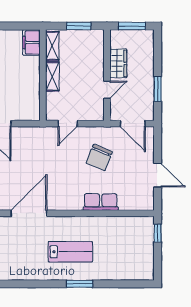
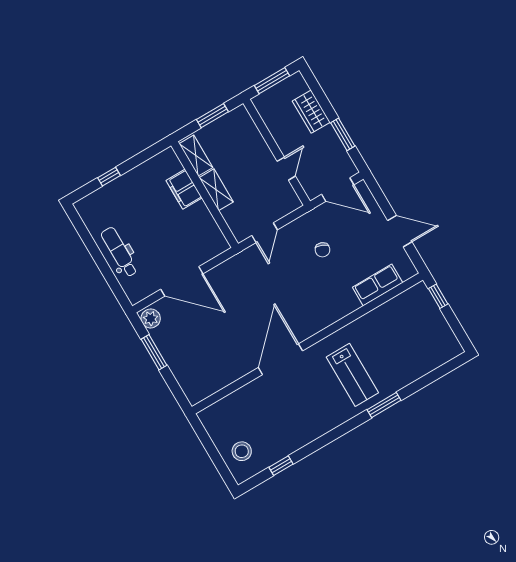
filing cabinet: (31, 42) -> (184, 189), moved
wardrobe: (118, 63) -> (311, 112), moved, turned 180
chair: (99, 157) -> (323, 250), width x0.54, depth x0.54
row of seats: (101, 202) -> (378, 285), moved
lab bench: (70, 252) -> (352, 375), turned 90

